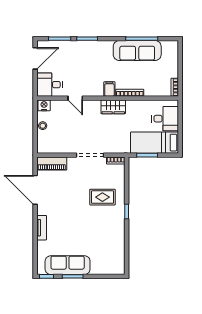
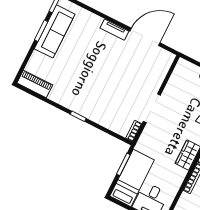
piano: (52, 164) -> (35, 84), moved, turned 90
rug: (102, 197) -> (104, 100), removed
tv unit: (42, 228) -> (114, 30), moved

